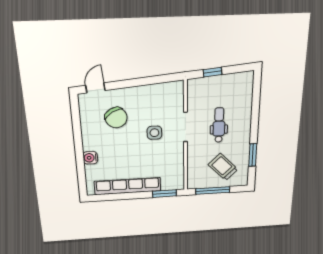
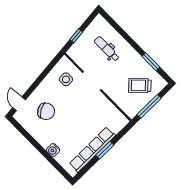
dental chair: (219, 125) -> (107, 49), moved
side table: (154, 133) -> (66, 79), moved
window: (164, 194) -> (105, 150), moved

